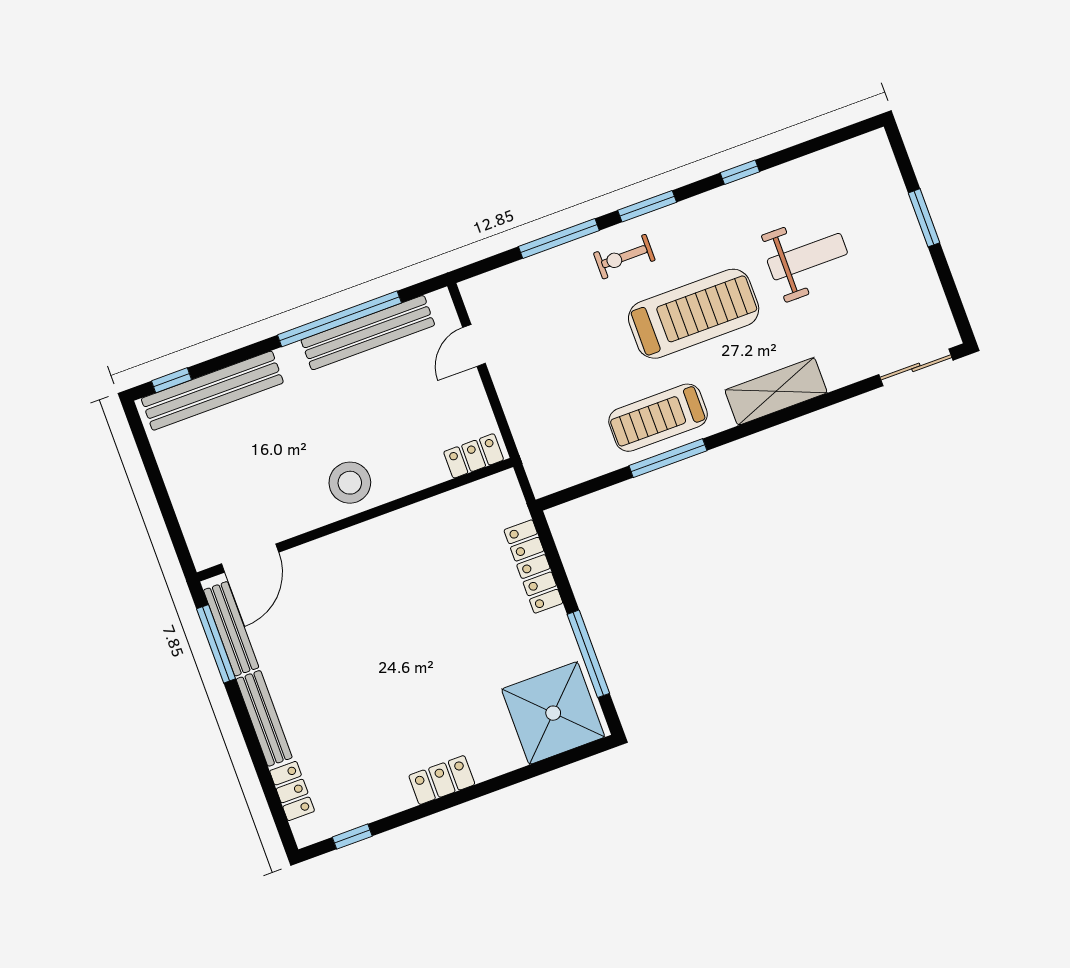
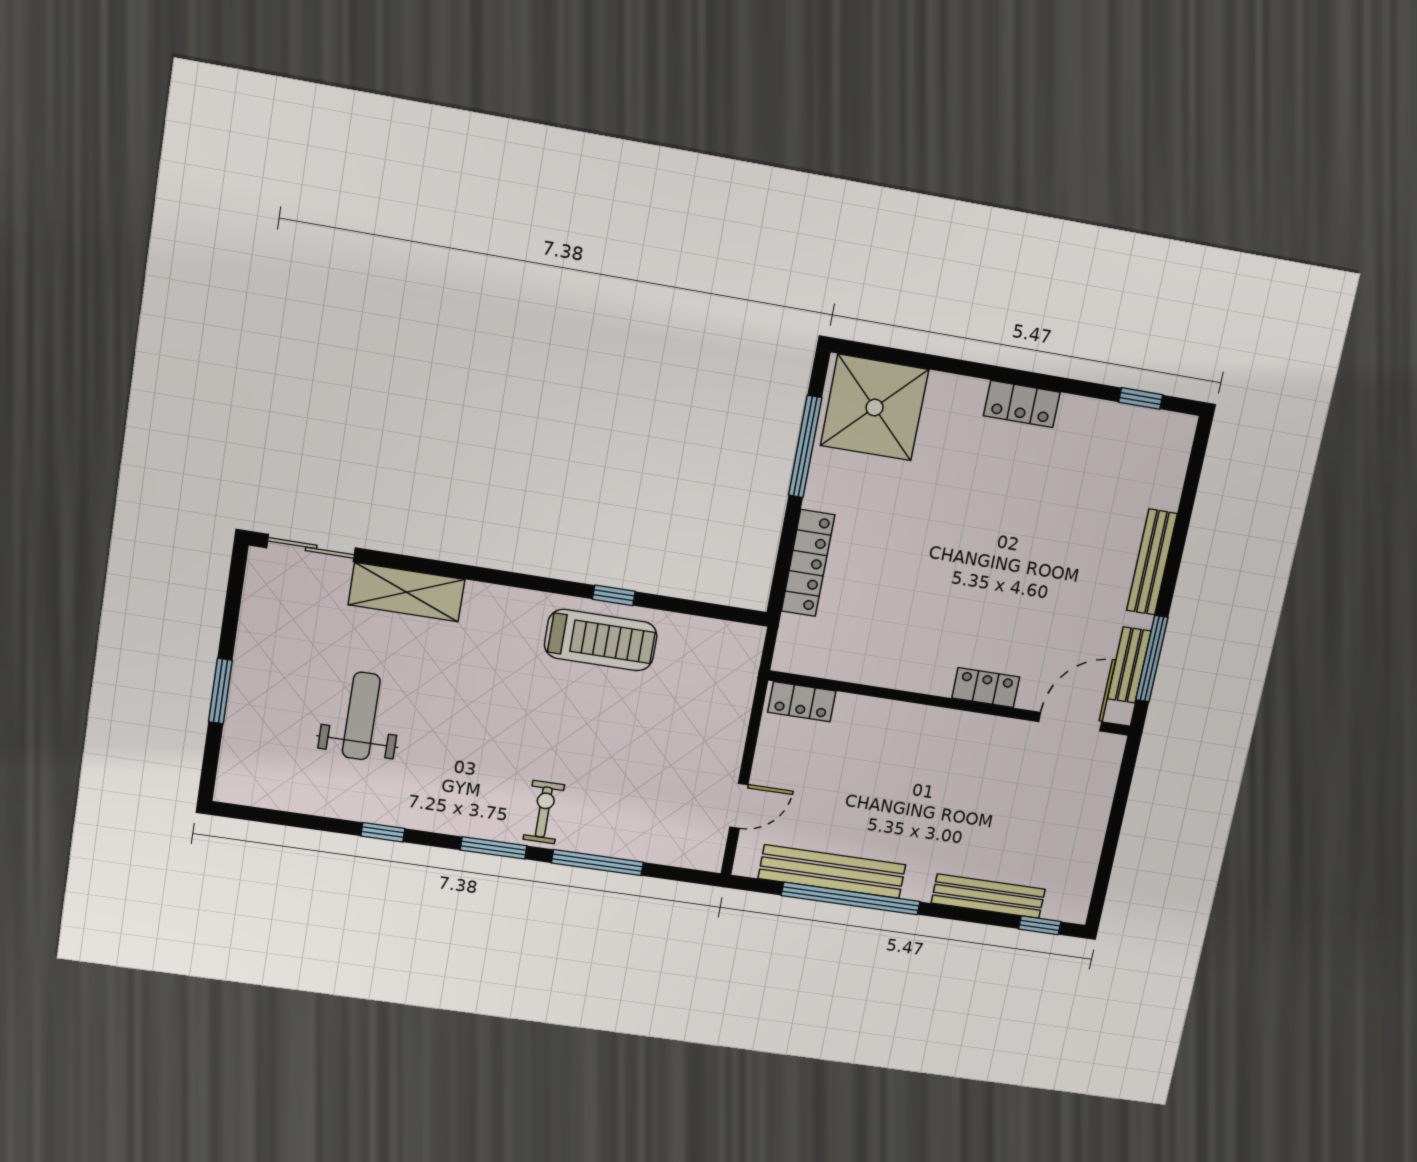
exercise bike: (624, 257) -> (544, 812), turned -90
weight bench: (807, 257) -> (361, 716), turned 90
treadmill: (694, 314) -> (507, 721), removed
bench: (212, 391) -> (988, 896), width x0.73, depth x0.82
shelving: (776, 391) -> (406, 592), moved
window: (668, 458) -> (614, 595), width x0.46
stool: (350, 483) -> (934, 741), removed
bench: (231, 629) -> (1129, 665), width x0.73
locker: (292, 791) -> (986, 688), moved, turned 90

